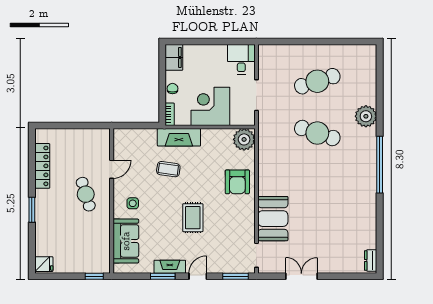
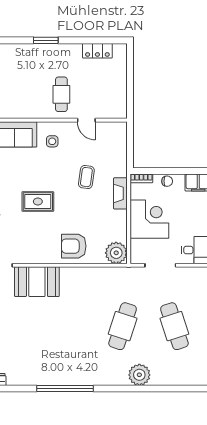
fireplace: (179, 137) -> (120, 193), width x0.73, depth x0.76
window: (380, 165) -> (65, 389), moved
locker: (42, 166) -> (97, 51), width x0.66
cafe table: (86, 194) -> (61, 94), turned -73

